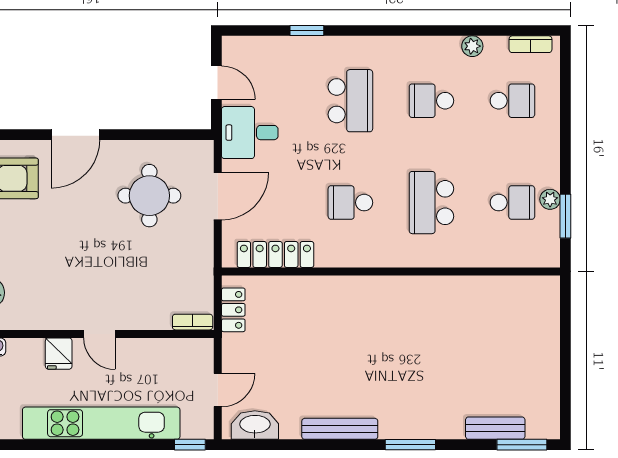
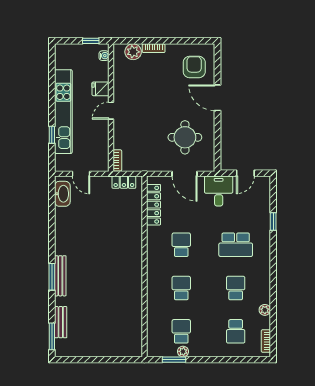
school desk: (431, 203) -> (181, 288), width x0.54
school desk: (512, 203) -> (181, 331), turned 180
bench: (340, 429) -> (60, 276), moved
window: (190, 445) -> (52, 135), moved

